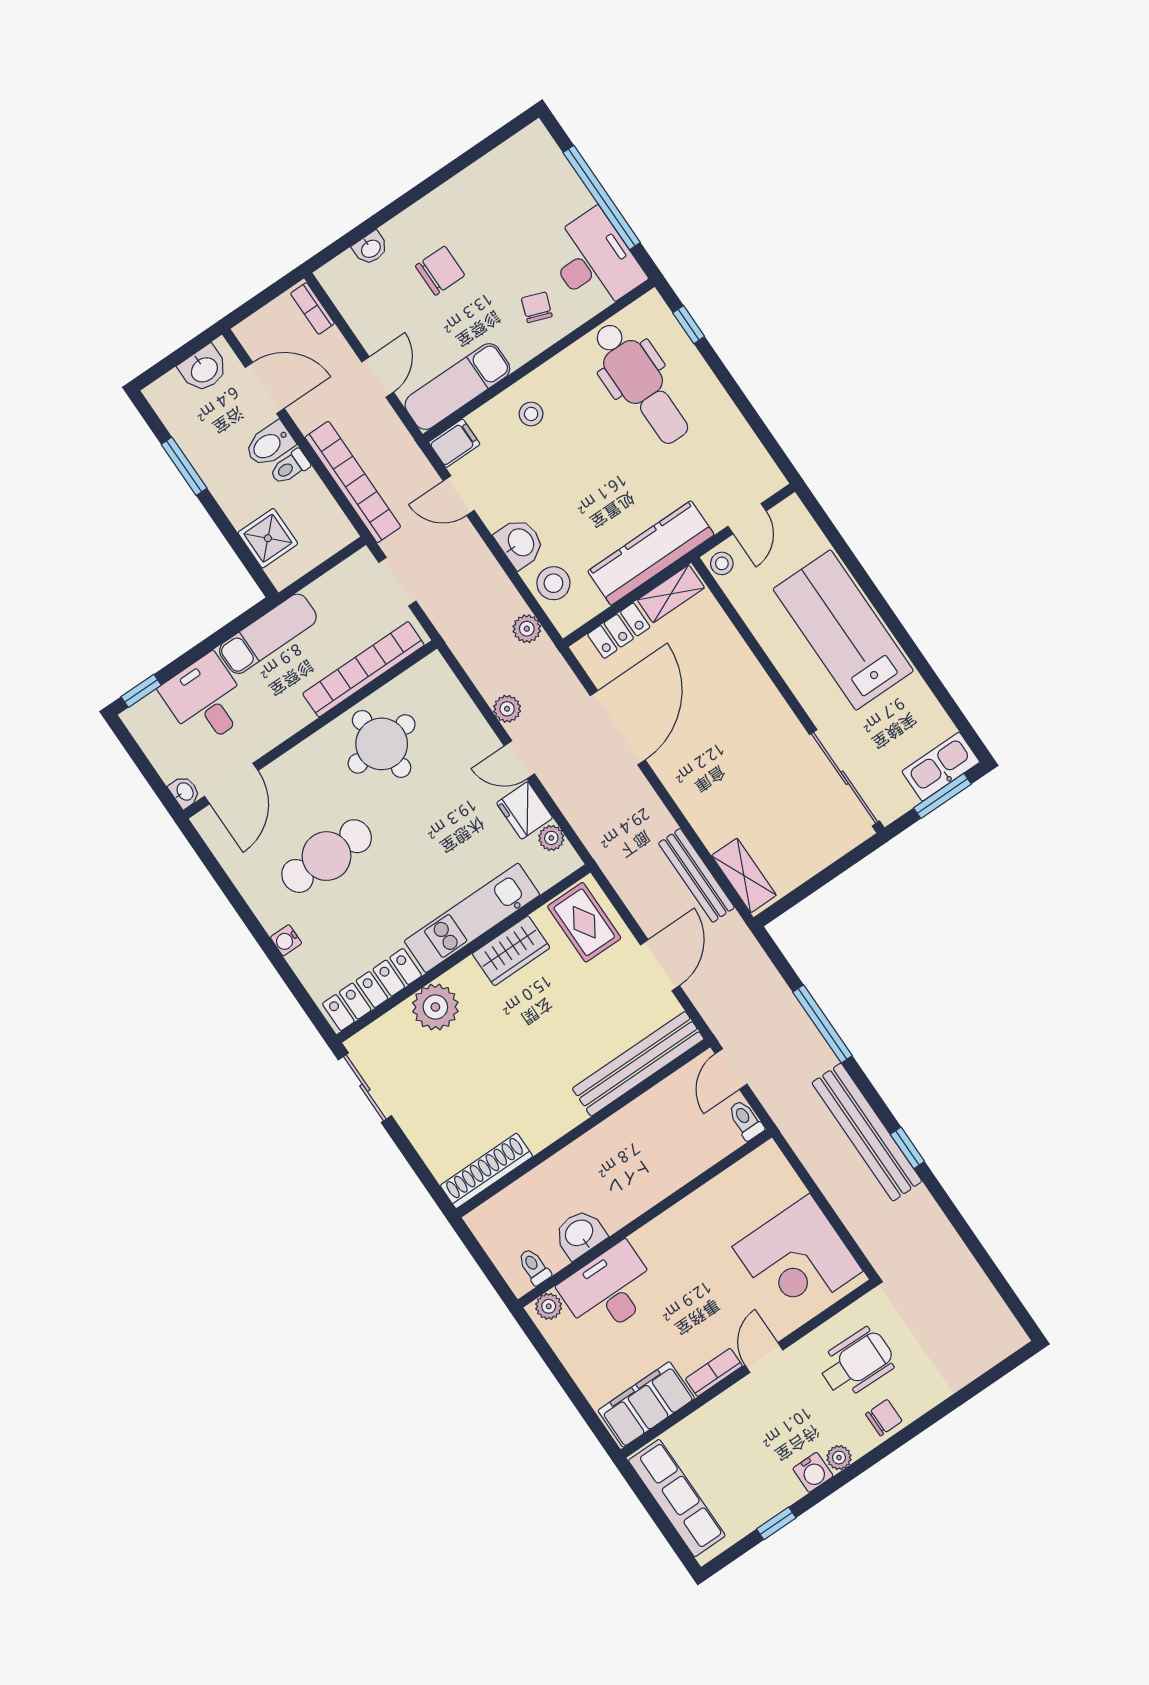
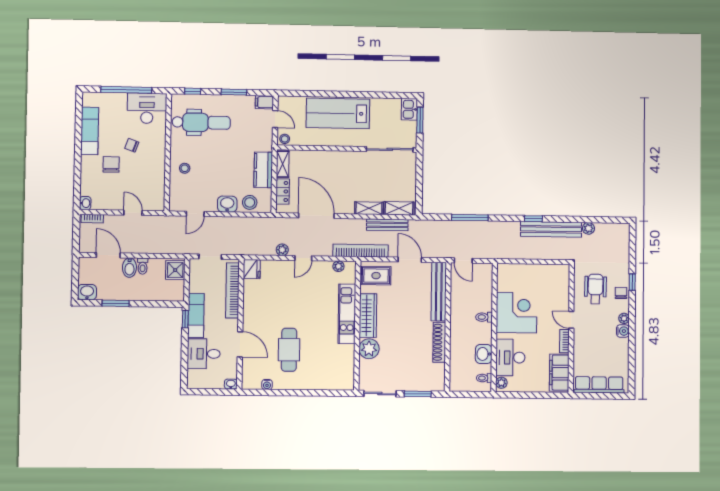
washbasin: (371, 248) -> (85, 203), moved
chair: (537, 307) -> (132, 145), moved
washbasin: (204, 369) -> (87, 292), moved, turned -90
exam couch: (457, 387) -> (90, 131), moved, turned 180
door: (265, 388) -> (108, 255), hinge flipped
window: (743, 404) -> (234, 92), added
filing cabinet: (454, 443) -> (264, 102), moved, turned -90
bookcase: (353, 482) -> (361, 251), moved
shower: (268, 538) -> (175, 270), moved
kitchen counter: (651, 553) -> (263, 170), width x0.67
plant: (527, 629) -> (588, 228), moved
window: (141, 691) -> (185, 319), moved
round table: (382, 744) -> (263, 303), removed
kitchen sink: (941, 767) -> (409, 109), width x0.73
door: (231, 783) -> (240, 344), moved
fridge: (525, 810) -> (252, 269), moved, turned -90
shelving: (703, 818) -> (369, 208), added
water cooler: (286, 940) -> (267, 385), moved
wardrobe: (511, 951) -> (368, 316), width x1.50
locker: (372, 990) -> (347, 367), removed
toilet: (746, 1120) -> (484, 317), moved
bench: (867, 1132) -> (551, 229), moved
window: (415, 1161) -> (418, 394), added
shoe rack: (486, 1171) -> (439, 342), moved
corner desk: (798, 1259) -> (517, 313), moved, turned -90
window: (776, 1523) -> (632, 282), moved

